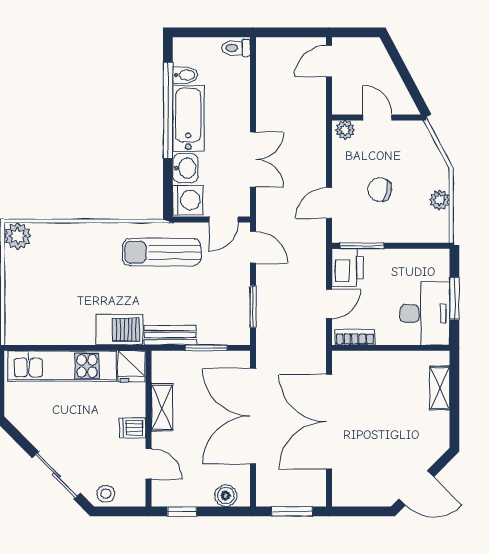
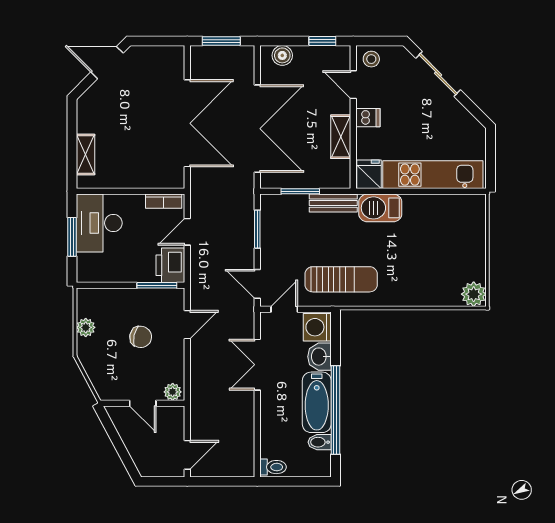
stool: (106, 494) -> (371, 59), moved

